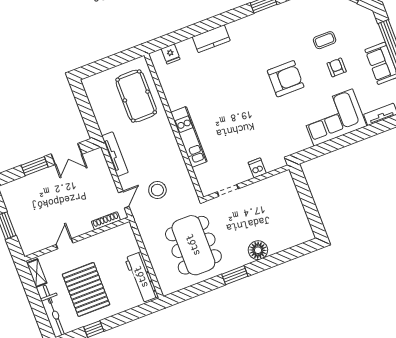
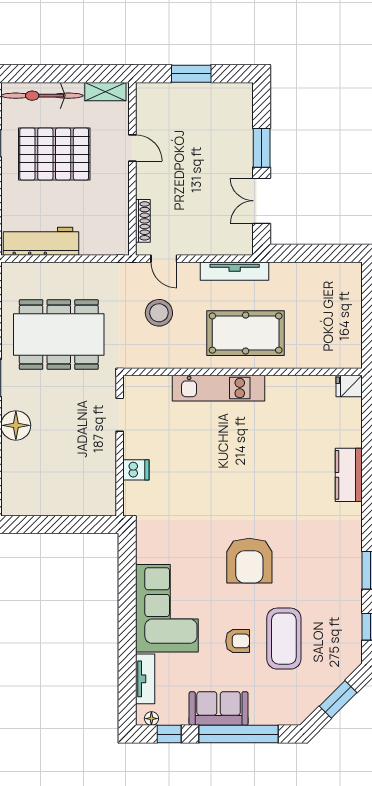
coffee table: (325, 40) -> (284, 639), width x1.86, depth x1.72
fridge: (171, 54) -> (349, 386), moved
pool table: (136, 96) -> (246, 333), moved

